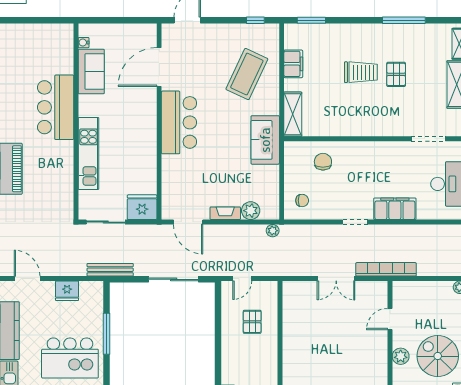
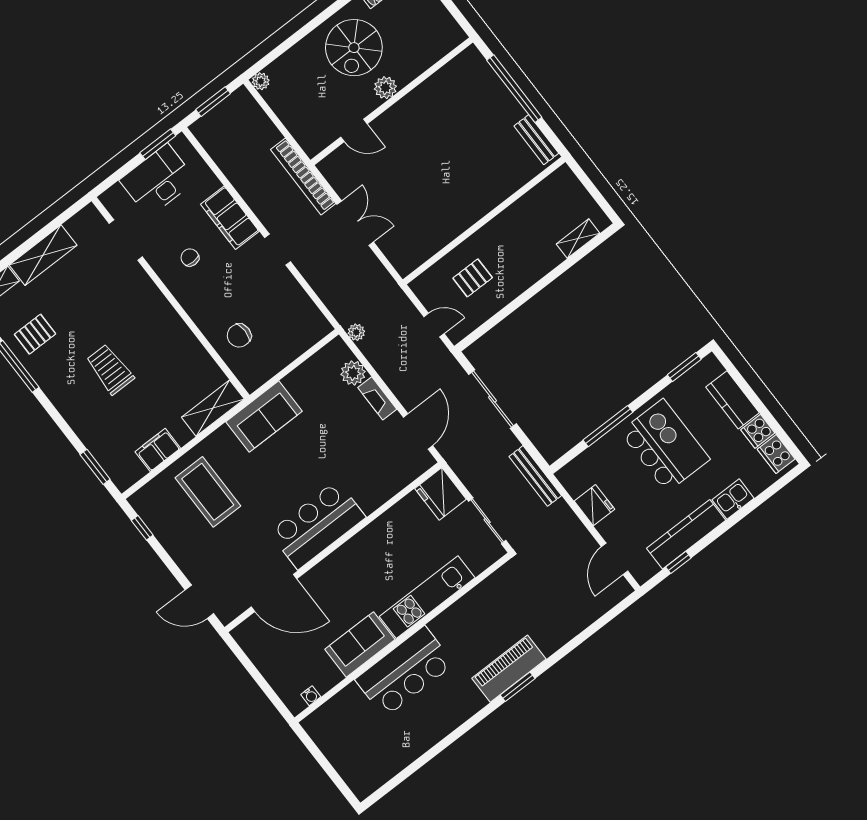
sofa: (91, 71) -> (360, 644), moved
coffee table: (247, 74) -> (208, 492), turned 65
pallet: (396, 74) -> (35, 334), moved
chair: (302, 200) -> (190, 258), moved

